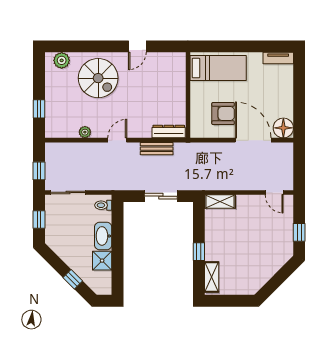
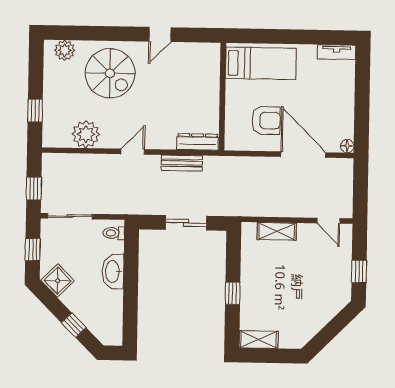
floor lamp: (283, 128) -> (347, 146), width x0.53, depth x0.53
plant: (85, 132) -> (86, 134), width x1.87, depth x1.87
shelving: (220, 202) -> (277, 231), moved
shower: (102, 261) -> (58, 281), moved, turned 45
shelving: (212, 277) -> (259, 339), moved, turned 90

